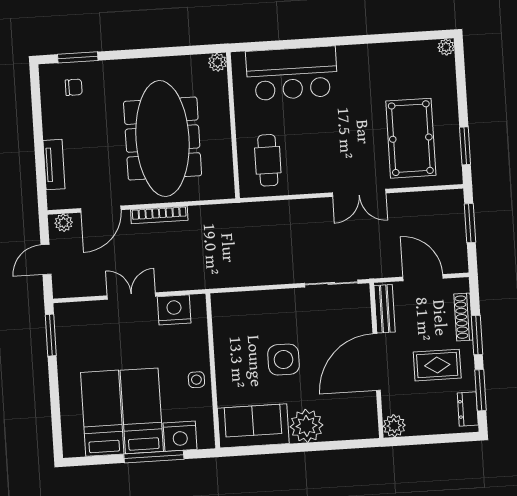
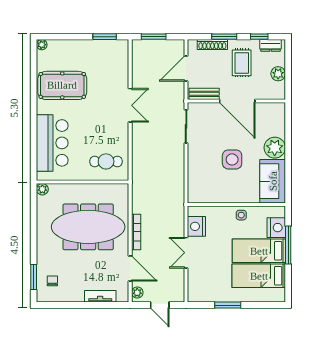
pool table: (411, 138) -> (62, 85), moved
window: (51, 335) -> (228, 305), moved
window: (480, 390) -> (259, 37), width x0.67
plant: (394, 426) -> (278, 74), moved

